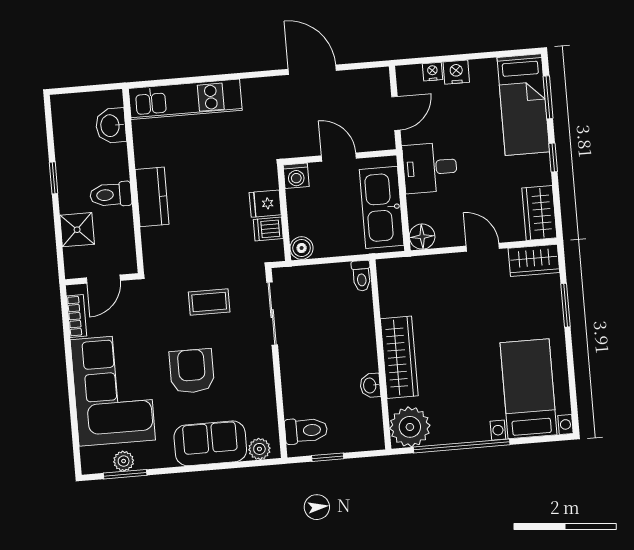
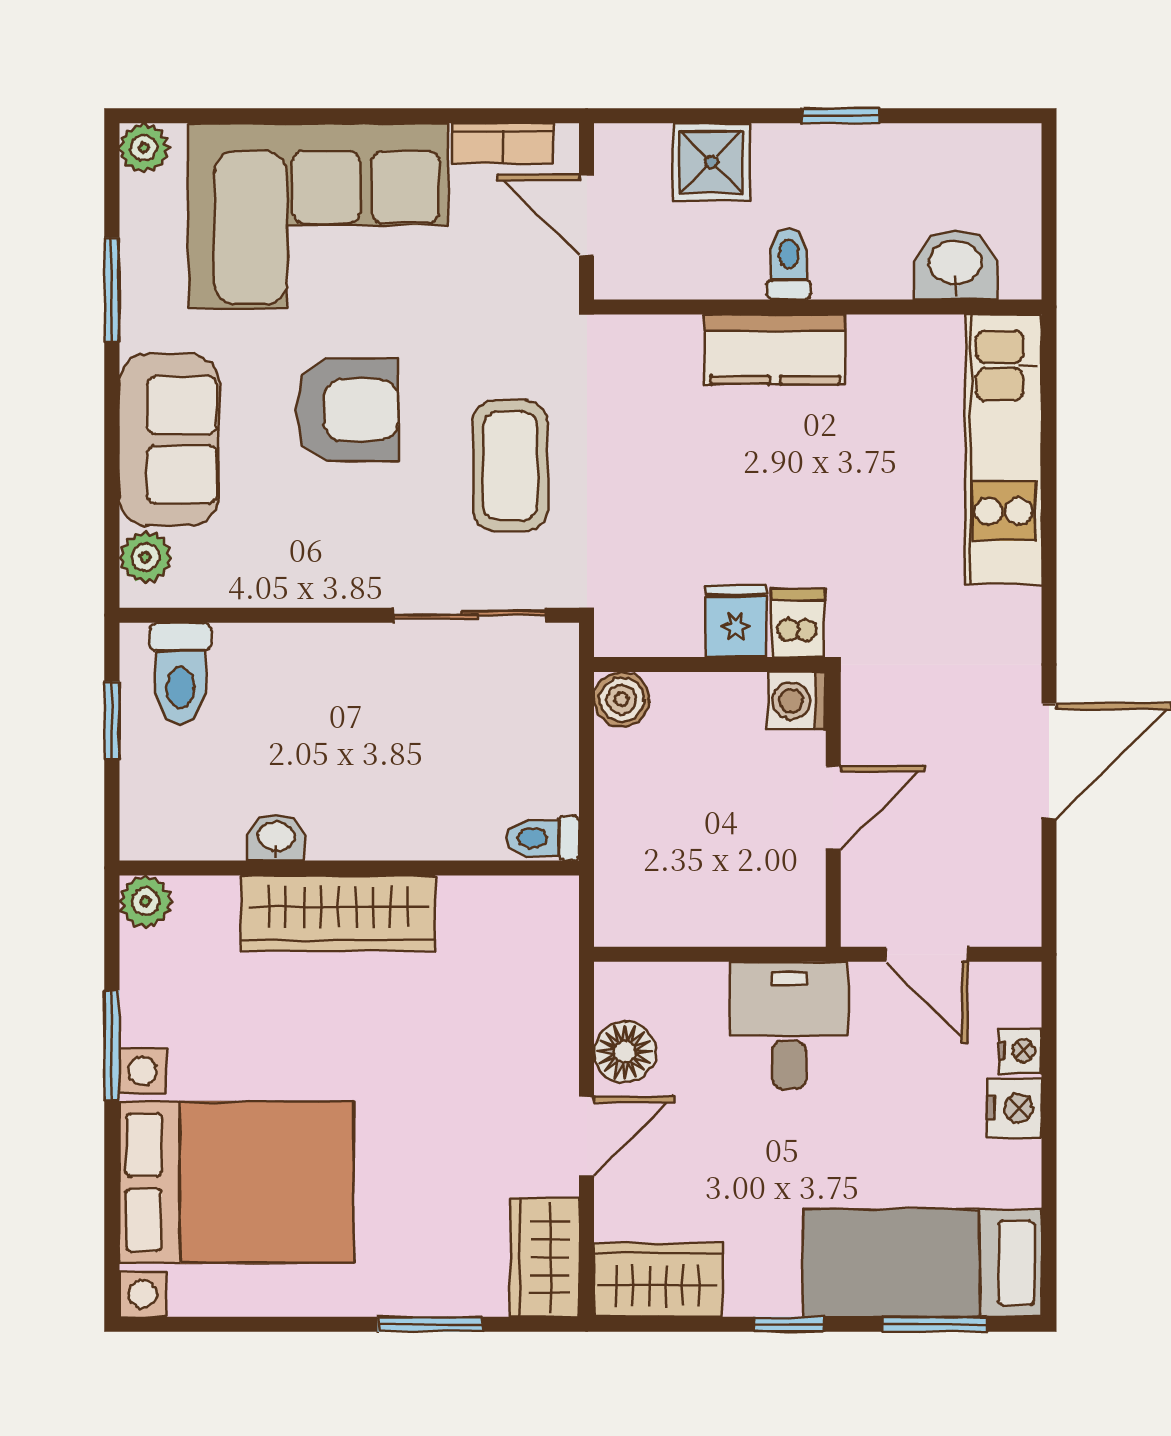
toilet: (111, 195) -> (789, 264), width x0.73, depth x0.72
kitchen sink: (382, 207) -> (703, 901), removed
dishwasher: (268, 229) -> (798, 623), moved
floor lamp: (422, 237) -> (625, 1052), moved
coffee table: (209, 302) -> (510, 466), width x1.36, depth x1.30
bed with nightstands: (528, 389) -> (236, 1182), width x1.36
plant: (410, 427) -> (145, 902), width x0.53, depth x0.53
window: (462, 446) -> (112, 1045), width x0.47
plant: (124, 461) -> (144, 148), moved
window: (125, 474) -> (112, 290), moved

